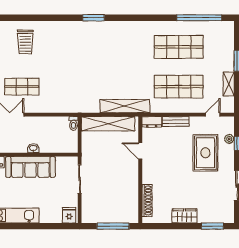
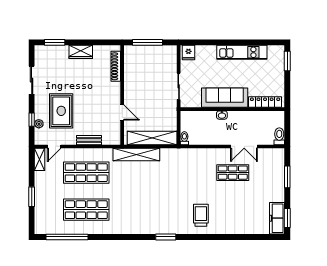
trolley: (25, 42) -> (201, 215), moved
shelving: (229, 84) -> (39, 159), moved
dresser: (152, 122) -> (111, 140), removed

